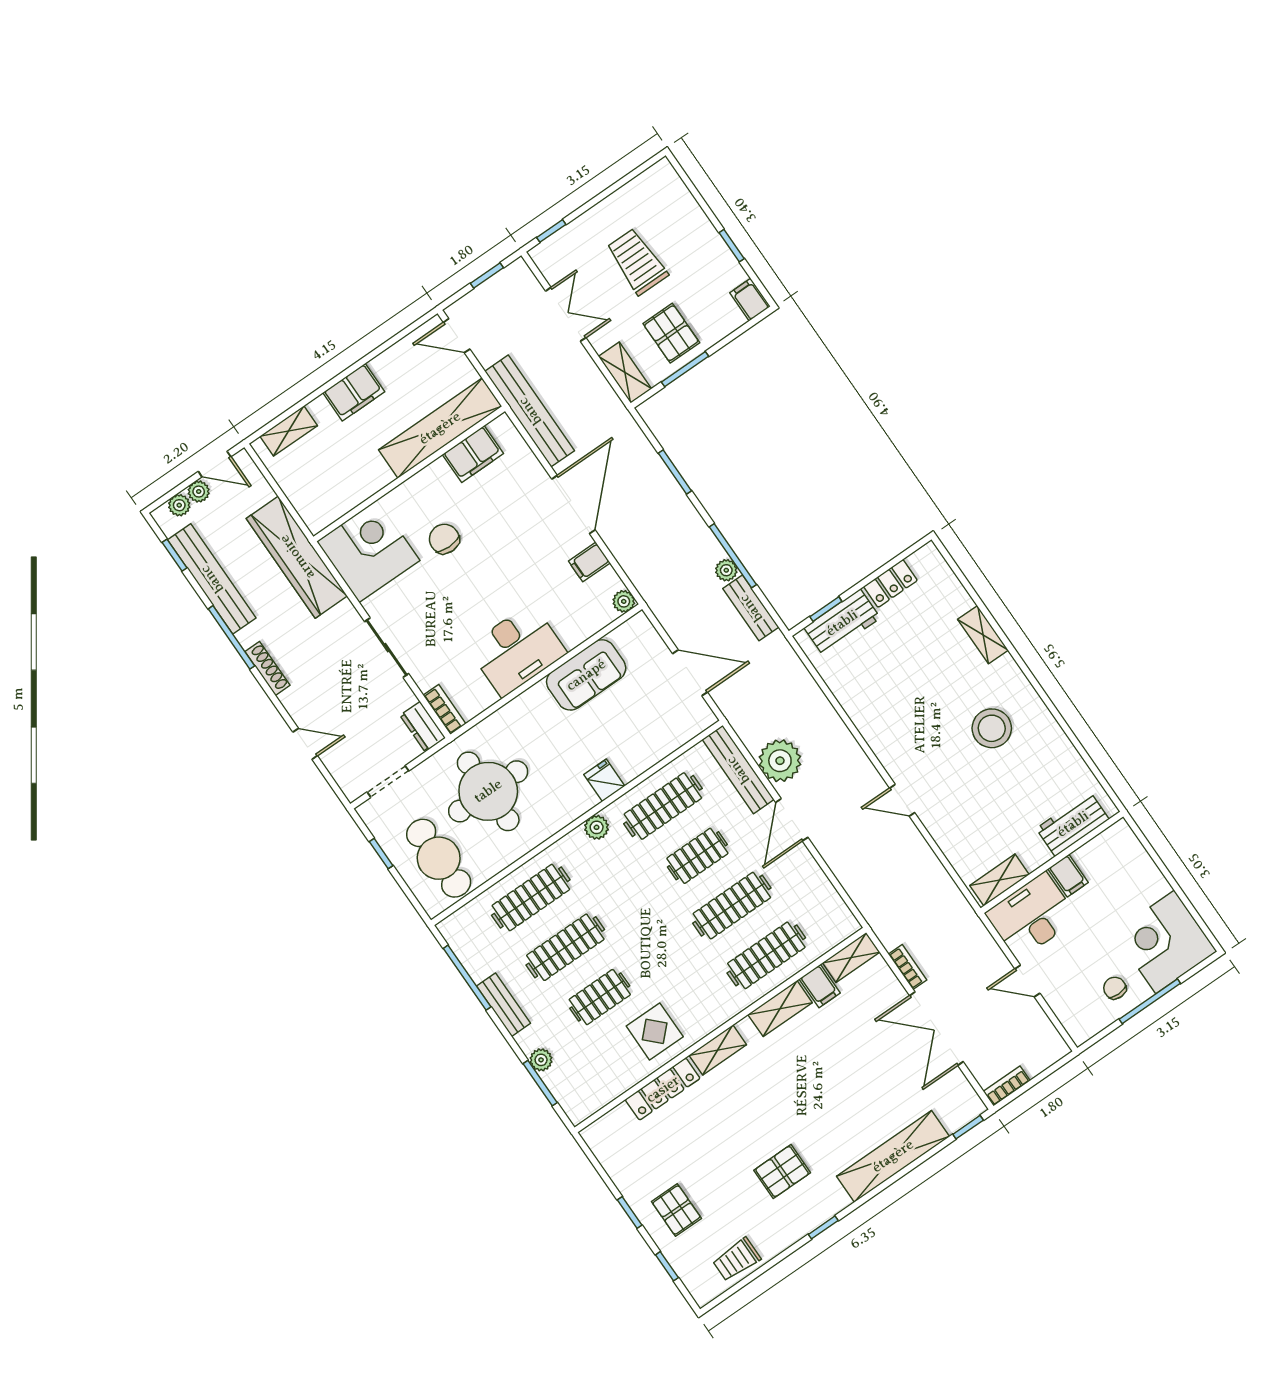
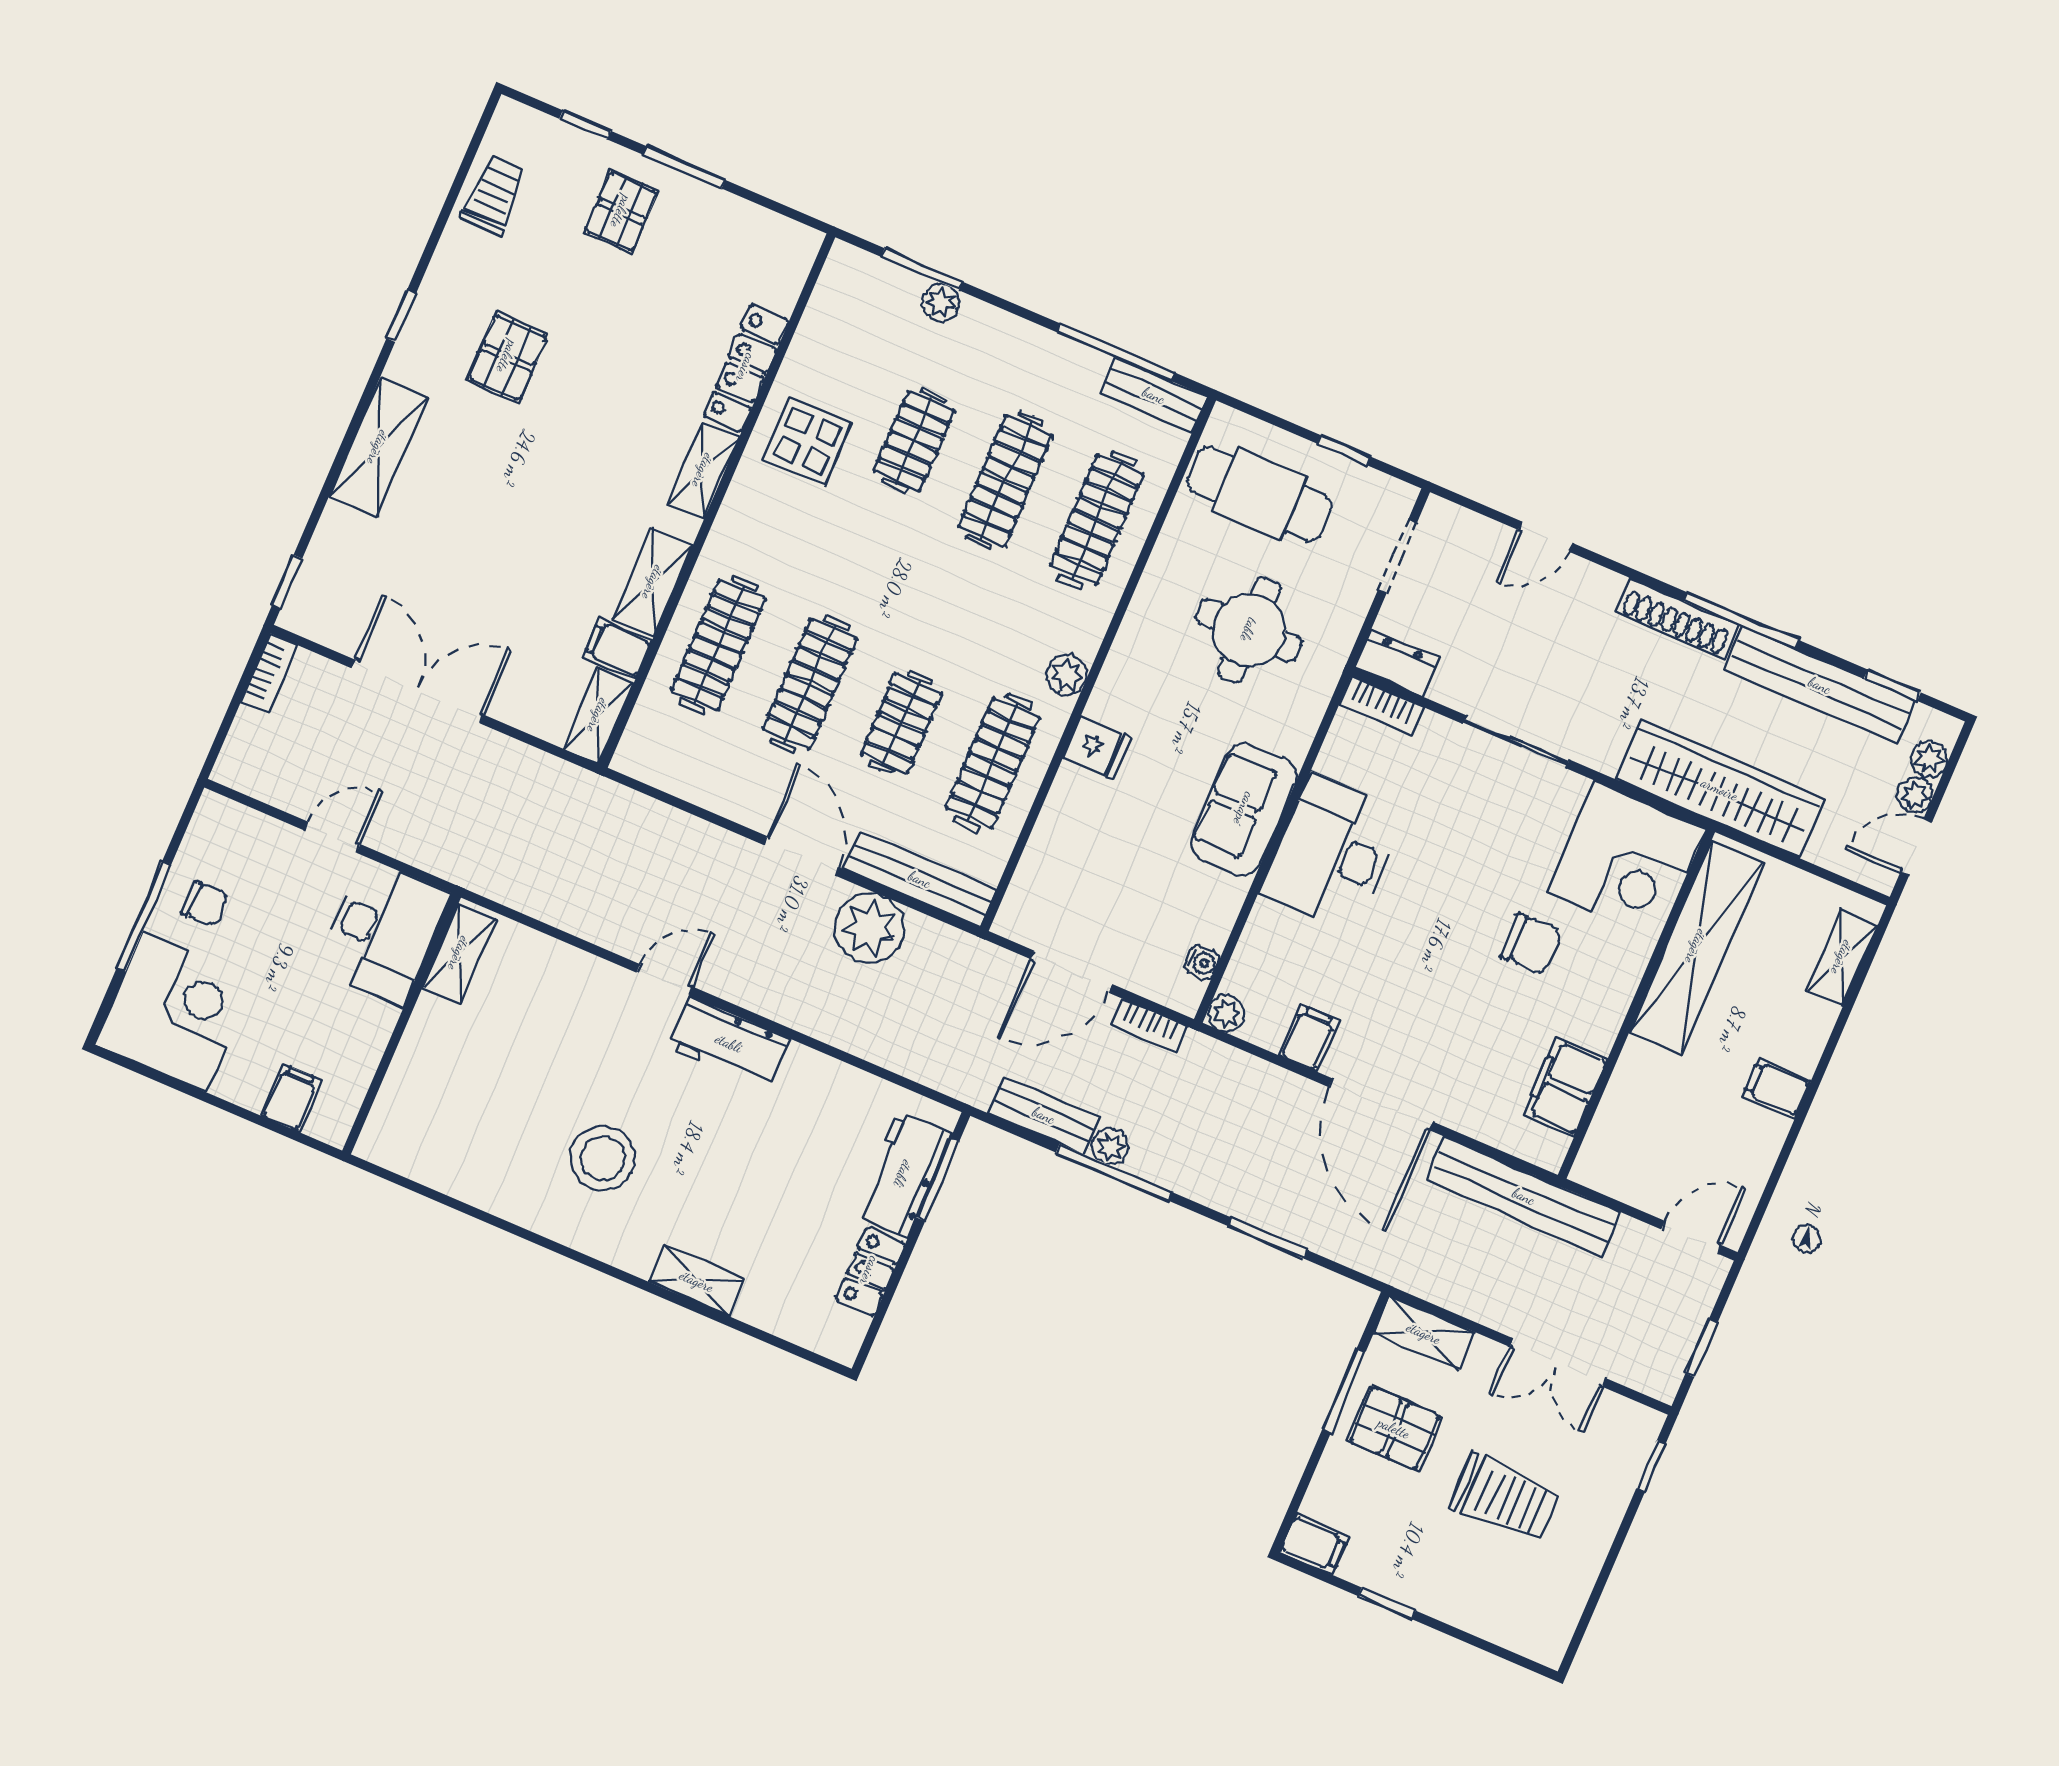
filing cabinet: (354, 392) -> (1777, 1088), width x0.50
shelving: (440, 428) -> (1696, 947), moved
window: (826, 609) -> (938, 1180), width x1.50
water cooler: (620, 635) -> (1202, 963), added
shoe rack: (267, 668) -> (1677, 618), width x1.36, depth x1.24
sofa: (586, 675) -> (1244, 809), moved
round table: (488, 791) -> (1249, 630), width x0.73, depth x0.73
workbench: (1073, 824) -> (729, 1043), moved, turned 90
filing cabinet: (1068, 876) -> (291, 1098), moved, turned 90
bookcase: (908, 967) -> (1149, 1025), moved
bench: (503, 1005) -> (1154, 395), moved
shelving: (893, 1156) -> (378, 448), width x0.68
pallet: (676, 1210) -> (621, 212), turned 90
window: (630, 1212) -> (684, 167), width x1.50

